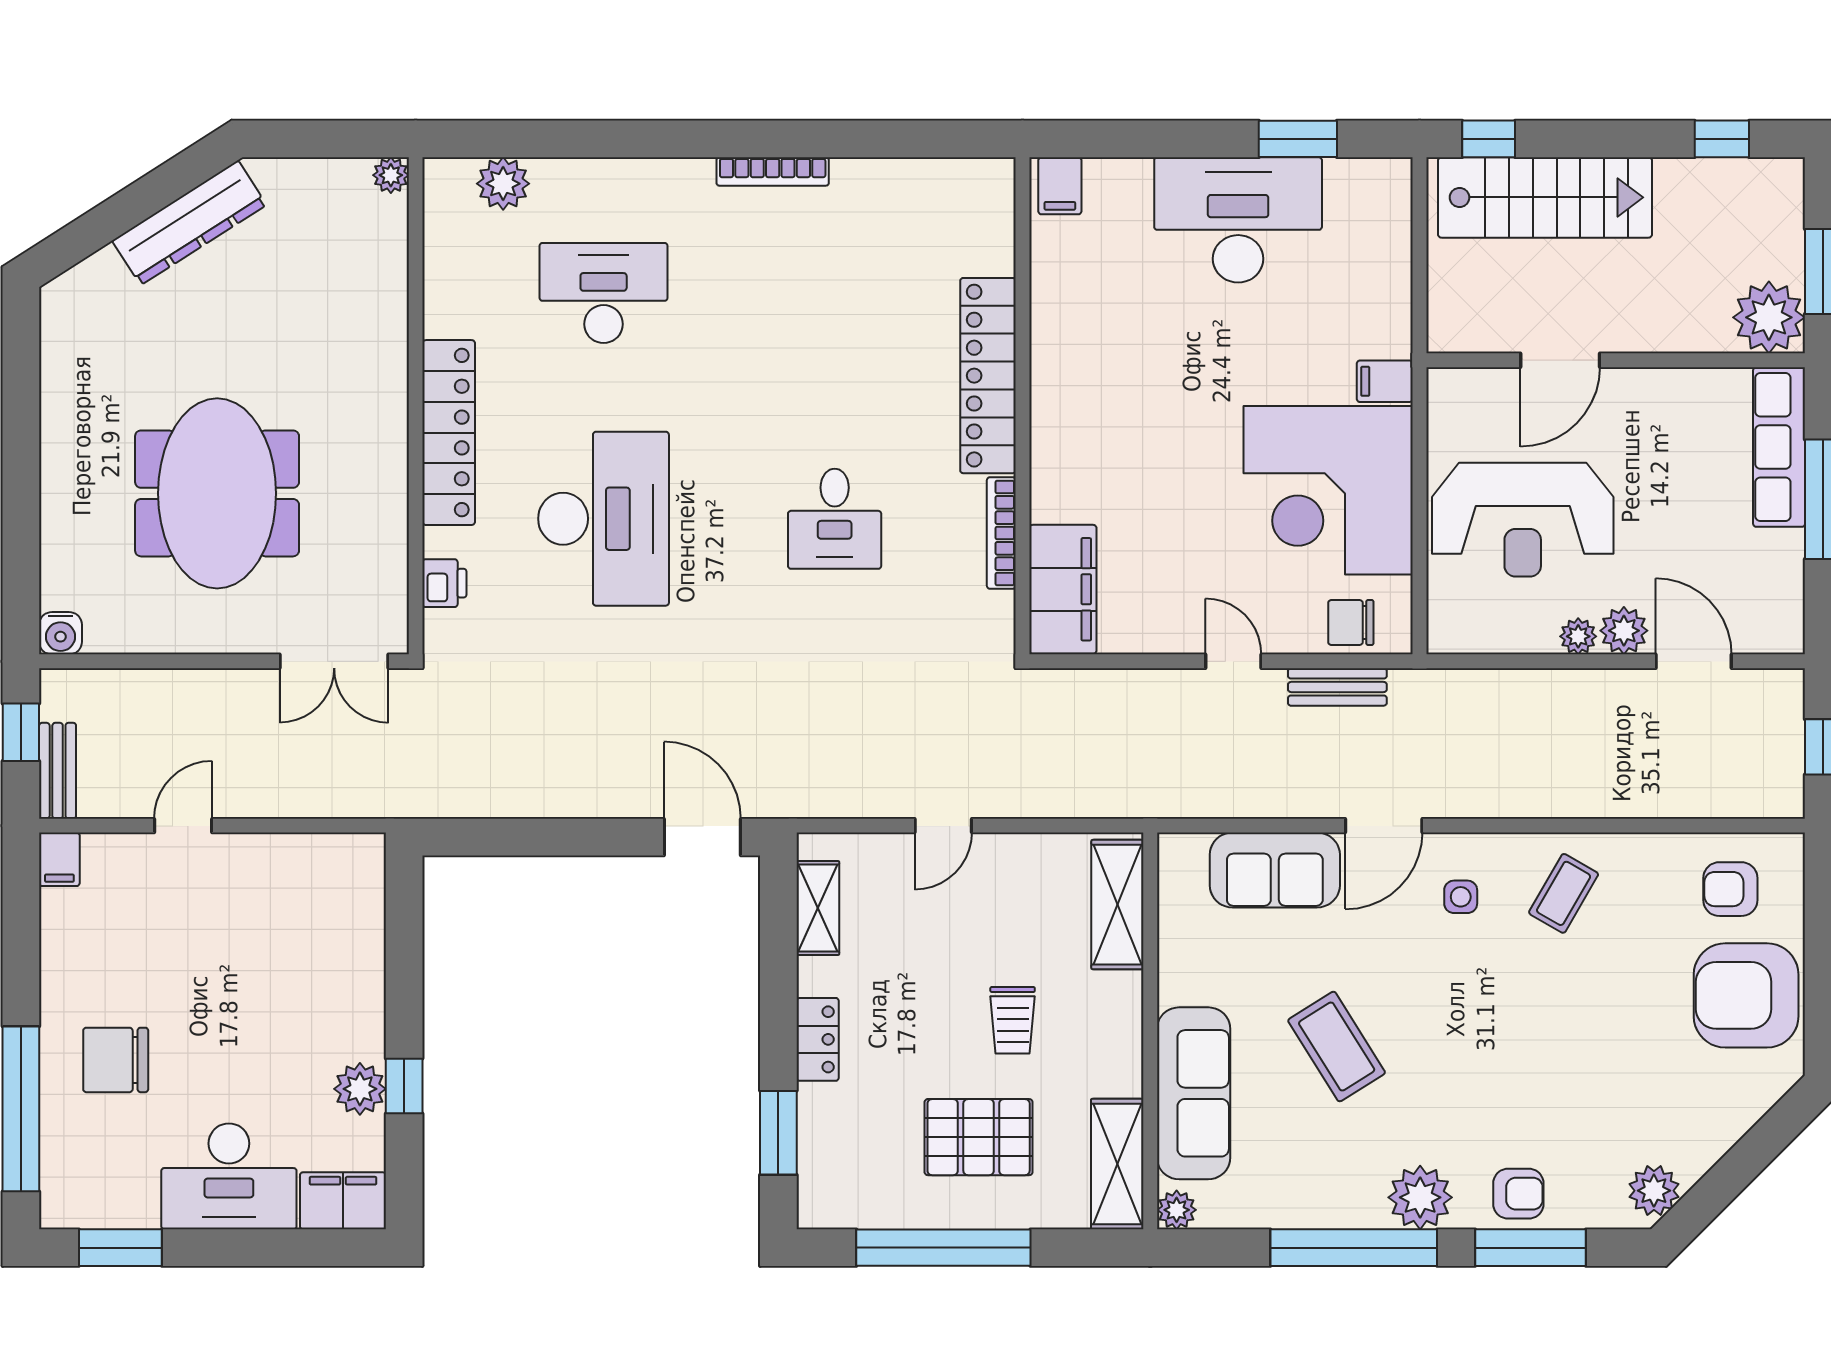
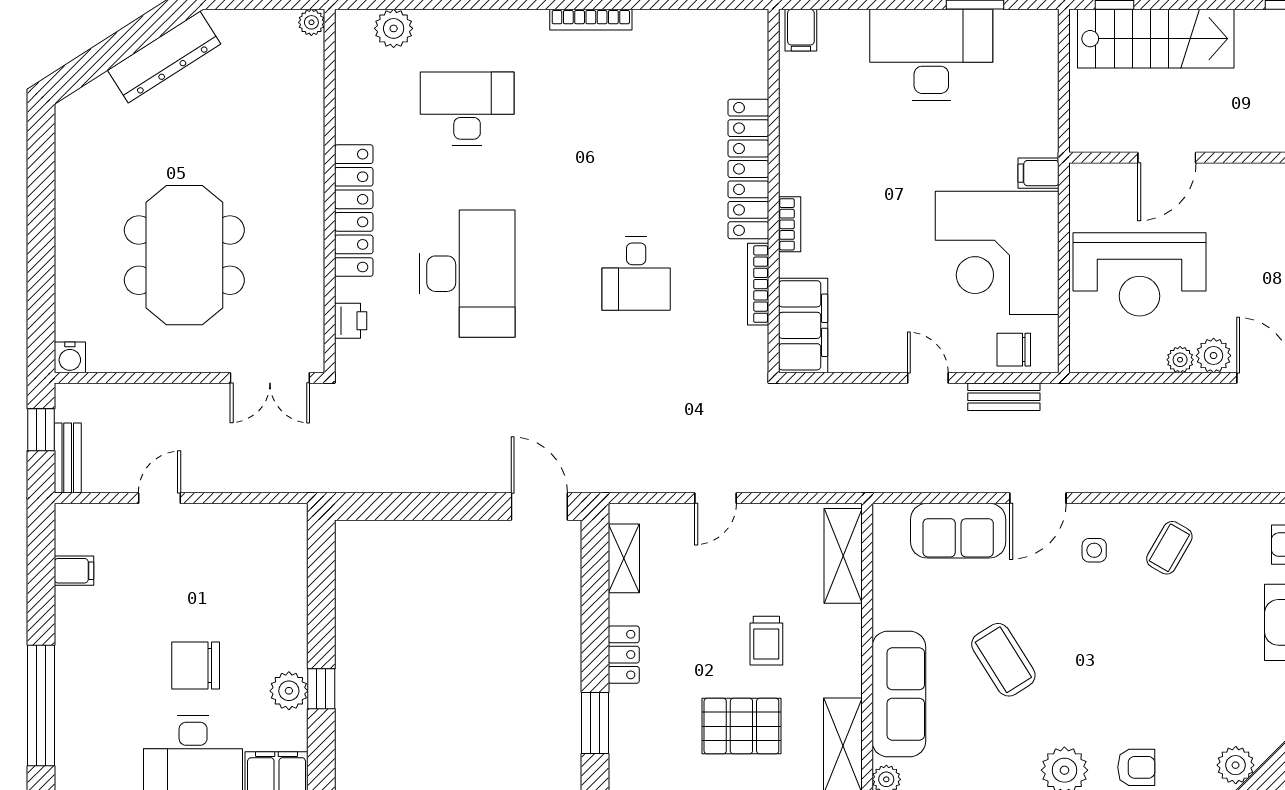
bookcase: (1044, 451) -> (790, 224), added
filing cabinet: (59, 859) -> (74, 571), moved, turned -90
chair: (116, 1060) -> (196, 665), moved

